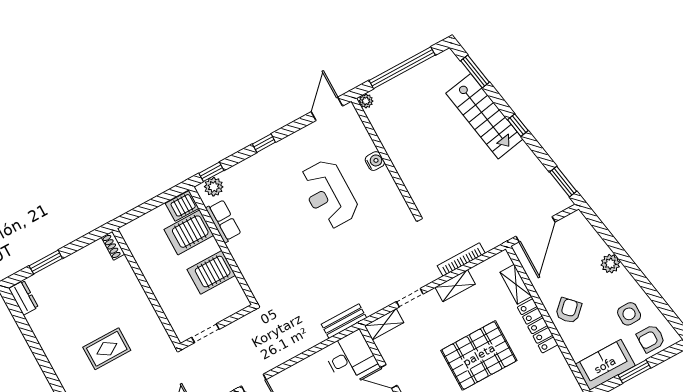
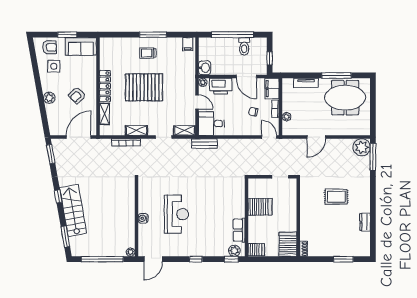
server rack: (189, 232) -> (288, 244), moved, turned -90
dresser: (24, 298) -> (365, 222), moved
armchair: (569, 310) -> (77, 95), moved

